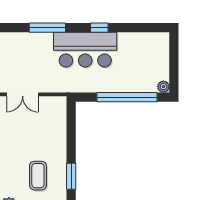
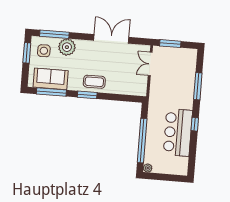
bar counter: (85, 50) -> (178, 132), moved
coffee table: (38, 176) -> (94, 82), moved

